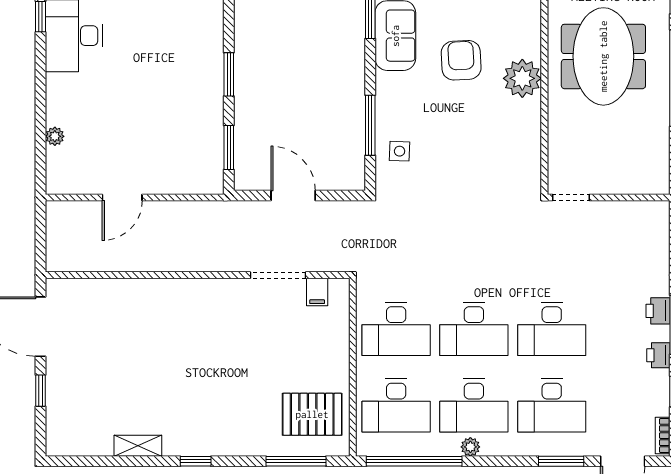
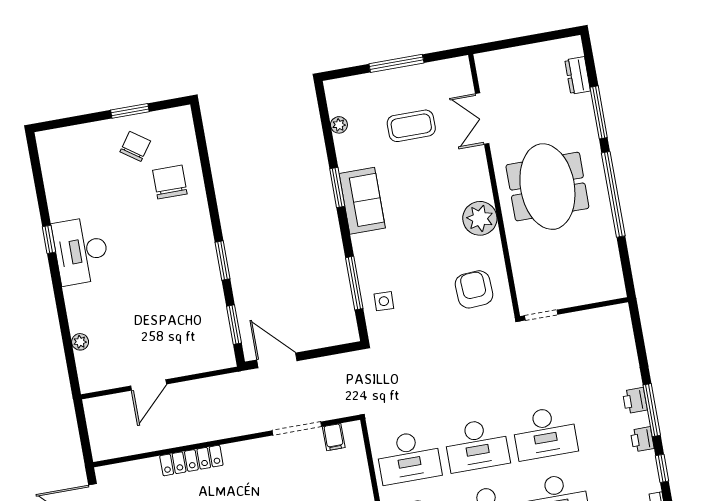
armchair: (461, 60) -> (474, 289), moved
door: (293, 196) -> (277, 360), moved
locker: (155, 290) -> (191, 460), added

